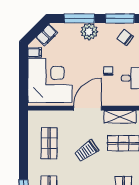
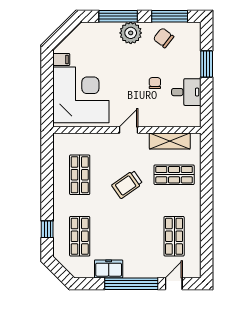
filing cabinet: (47, 35) -> (77, 37), removed
chair: (125, 37) -> (164, 38), moved
door: (88, 108) -> (129, 130), width x0.53

